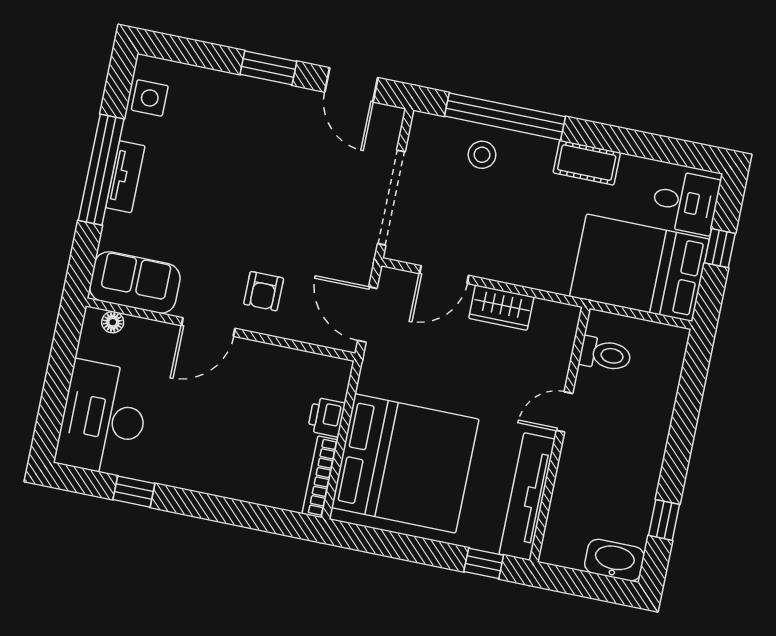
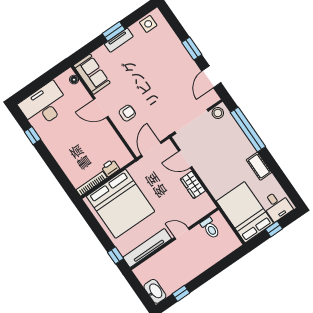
stool: (482, 155) -> (218, 113), moved
window: (101, 170) -> (114, 31), width x0.47
armchair: (264, 291) -> (127, 113), turned 180

